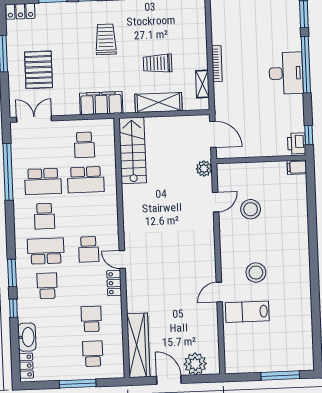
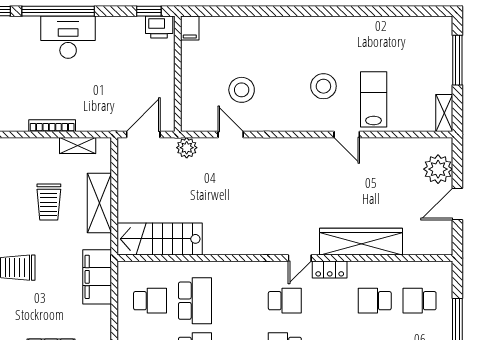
lab bench: (247, 312) -> (374, 99), turned 180
wardrobe: (138, 345) -> (361, 242), moved
shelving: (239, 367) -> (444, 113), added

